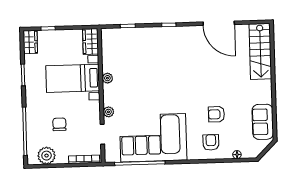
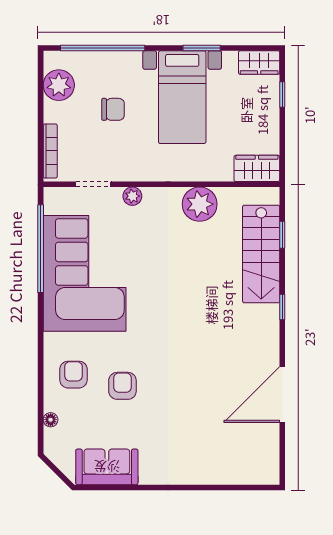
stairs: (260, 51) -> (261, 254), moved, turned -90
bed with nightstands: (73, 78) -> (182, 97), moved, turned 180
plant: (107, 78) -> (200, 204), width x1.88, depth x1.88
armchair: (211, 142) -> (73, 375), turned -90

